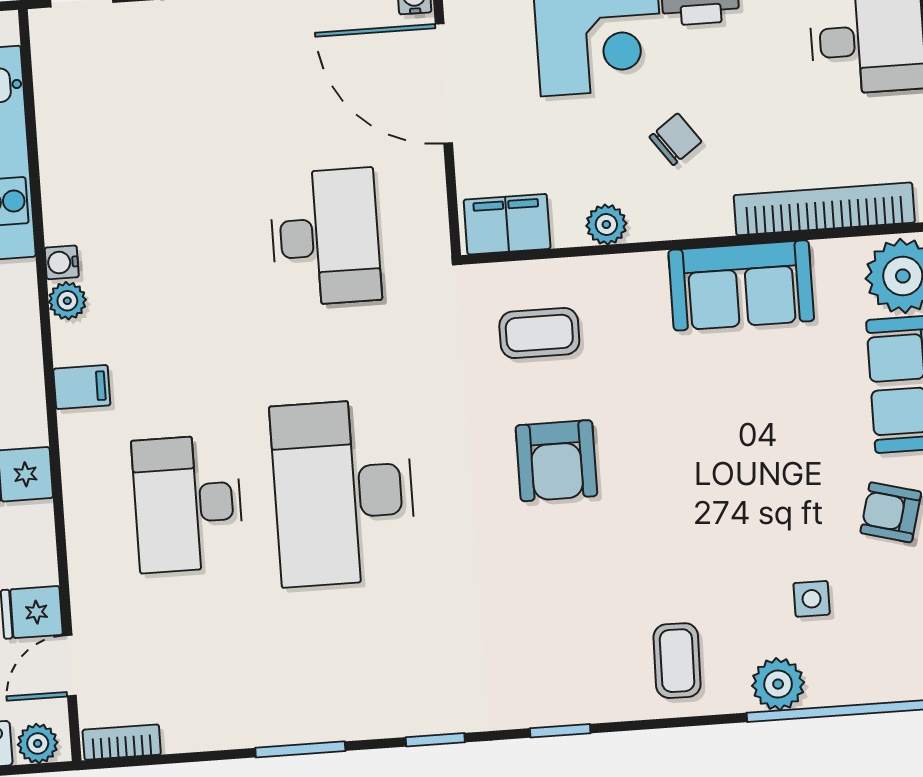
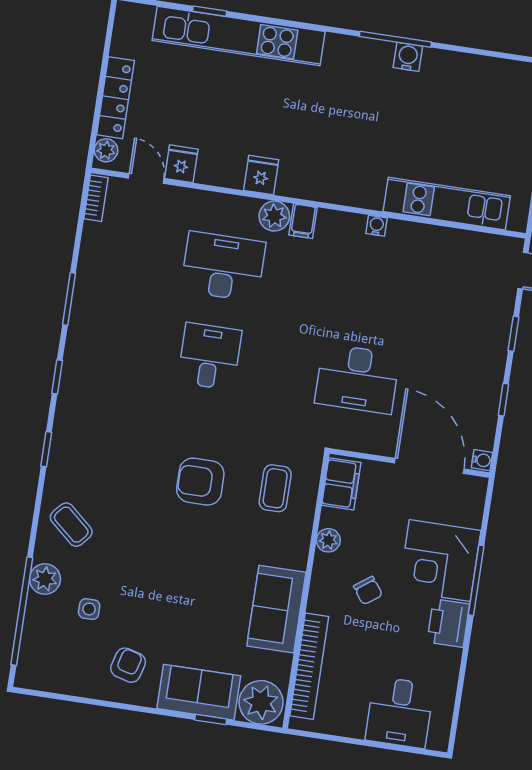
door: (444, 84) -> (429, 466), hinge flipped
plant: (67, 301) -> (274, 216), moved, width x1.38, depth x1.38
desk: (343, 492) -> (210, 356), width x0.53, depth x0.77
coffee table: (677, 661) -> (71, 525), turned 40

